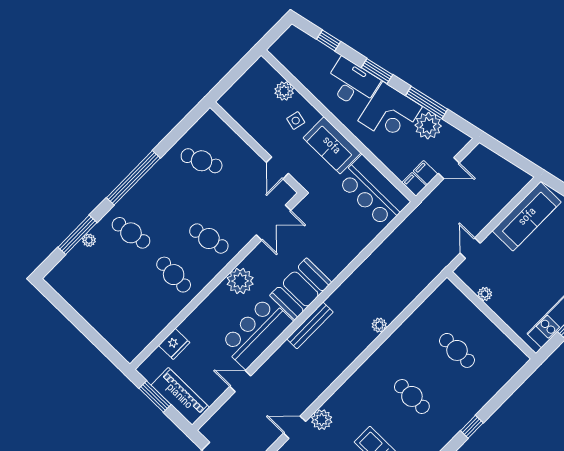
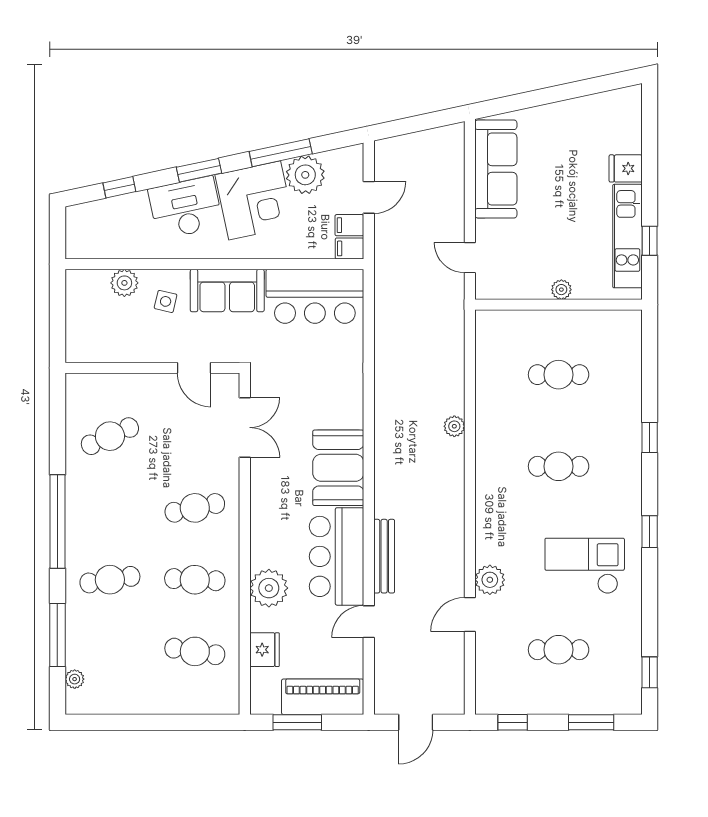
plant: (89, 240) -> (75, 679), moved
plant: (240, 281) -> (269, 588), moved
plant: (485, 294) -> (561, 290), moved
cafe table: (138, 311) -> (195, 651), added
bench: (310, 325) -> (384, 556), moved

